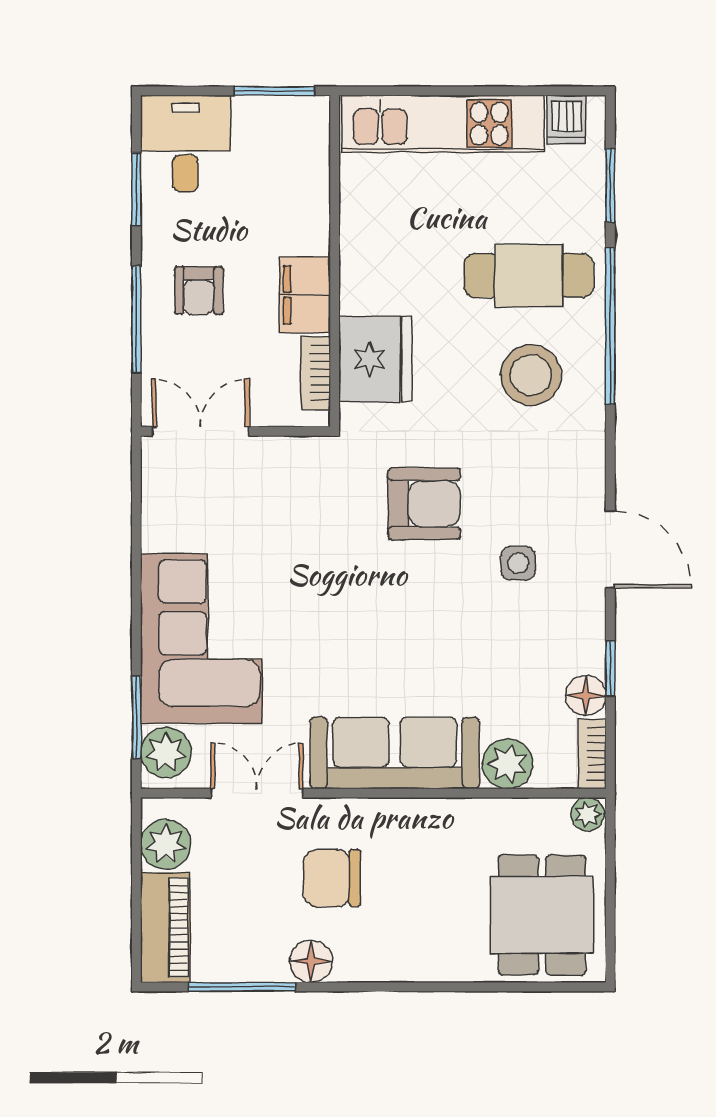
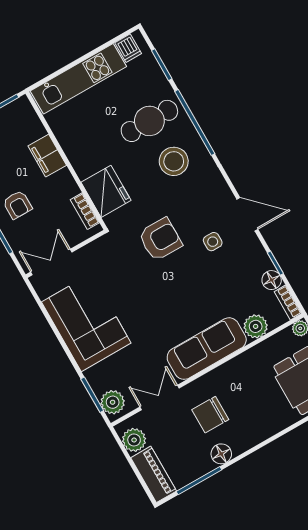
filing cabinet: (305, 295) -> (47, 156), moved
corner sofa: (201, 639) -> (86, 323), moved

